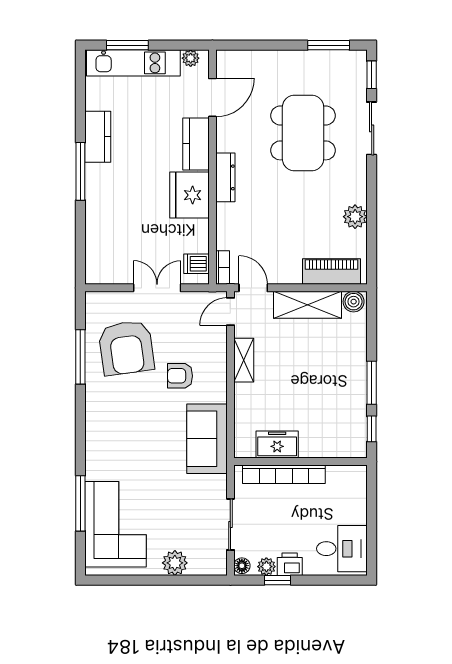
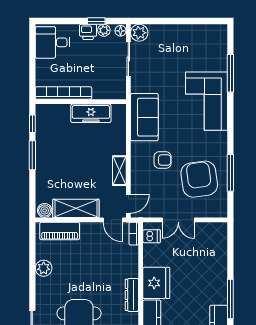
freezer: (277, 445) -> (91, 113), width x1.40
bookcase: (284, 474) -> (63, 93), moved
corner sofa: (116, 524) -> (207, 101), moved
plant: (175, 563) -> (139, 33), moved

